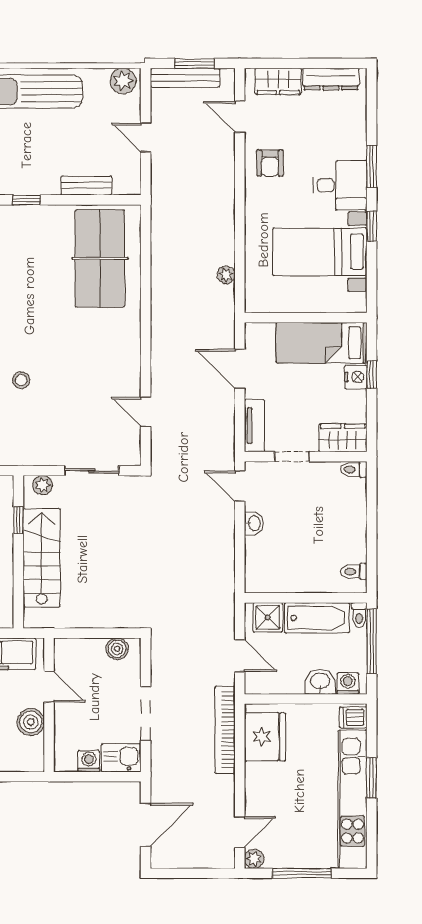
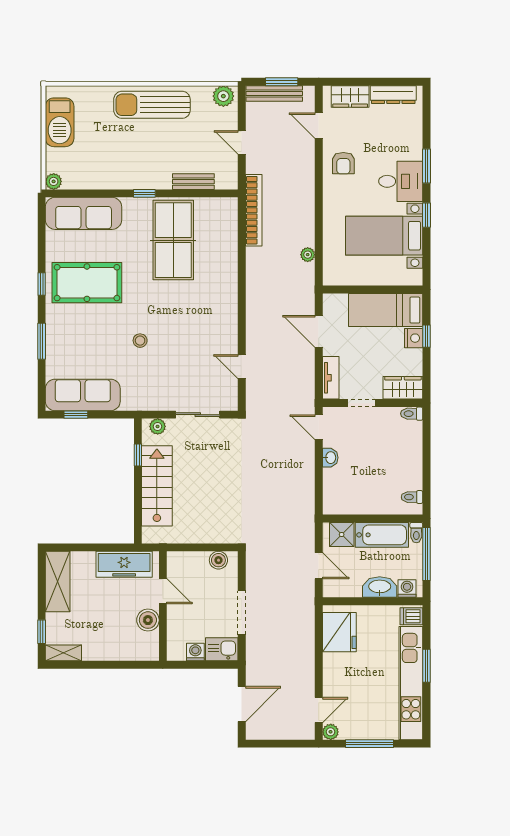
table tennis table: (100, 258) -> (173, 240), moved
washbasin: (320, 682) -> (380, 587), width x1.38
bookcase: (225, 730) -> (254, 210), moved, turned 180

